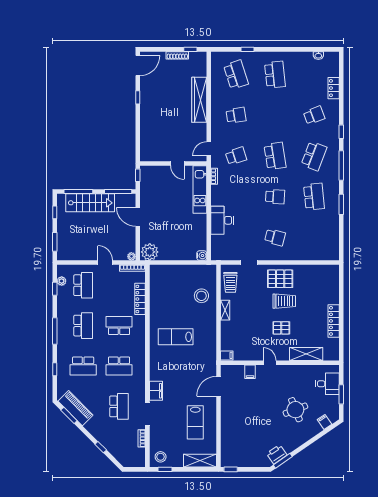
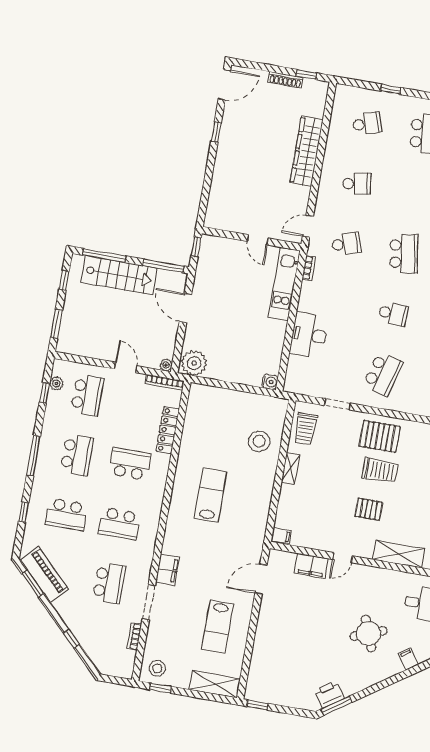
school desk: (236, 75) -> (367, 124), width x0.54
school desk: (275, 237) -> (383, 374), width x1.85
lab bench: (176, 337) -> (210, 495), turned 90
door: (270, 363) -> (343, 558), swing flipped
filing cabinet: (250, 372) -> (311, 566), width x2.00

